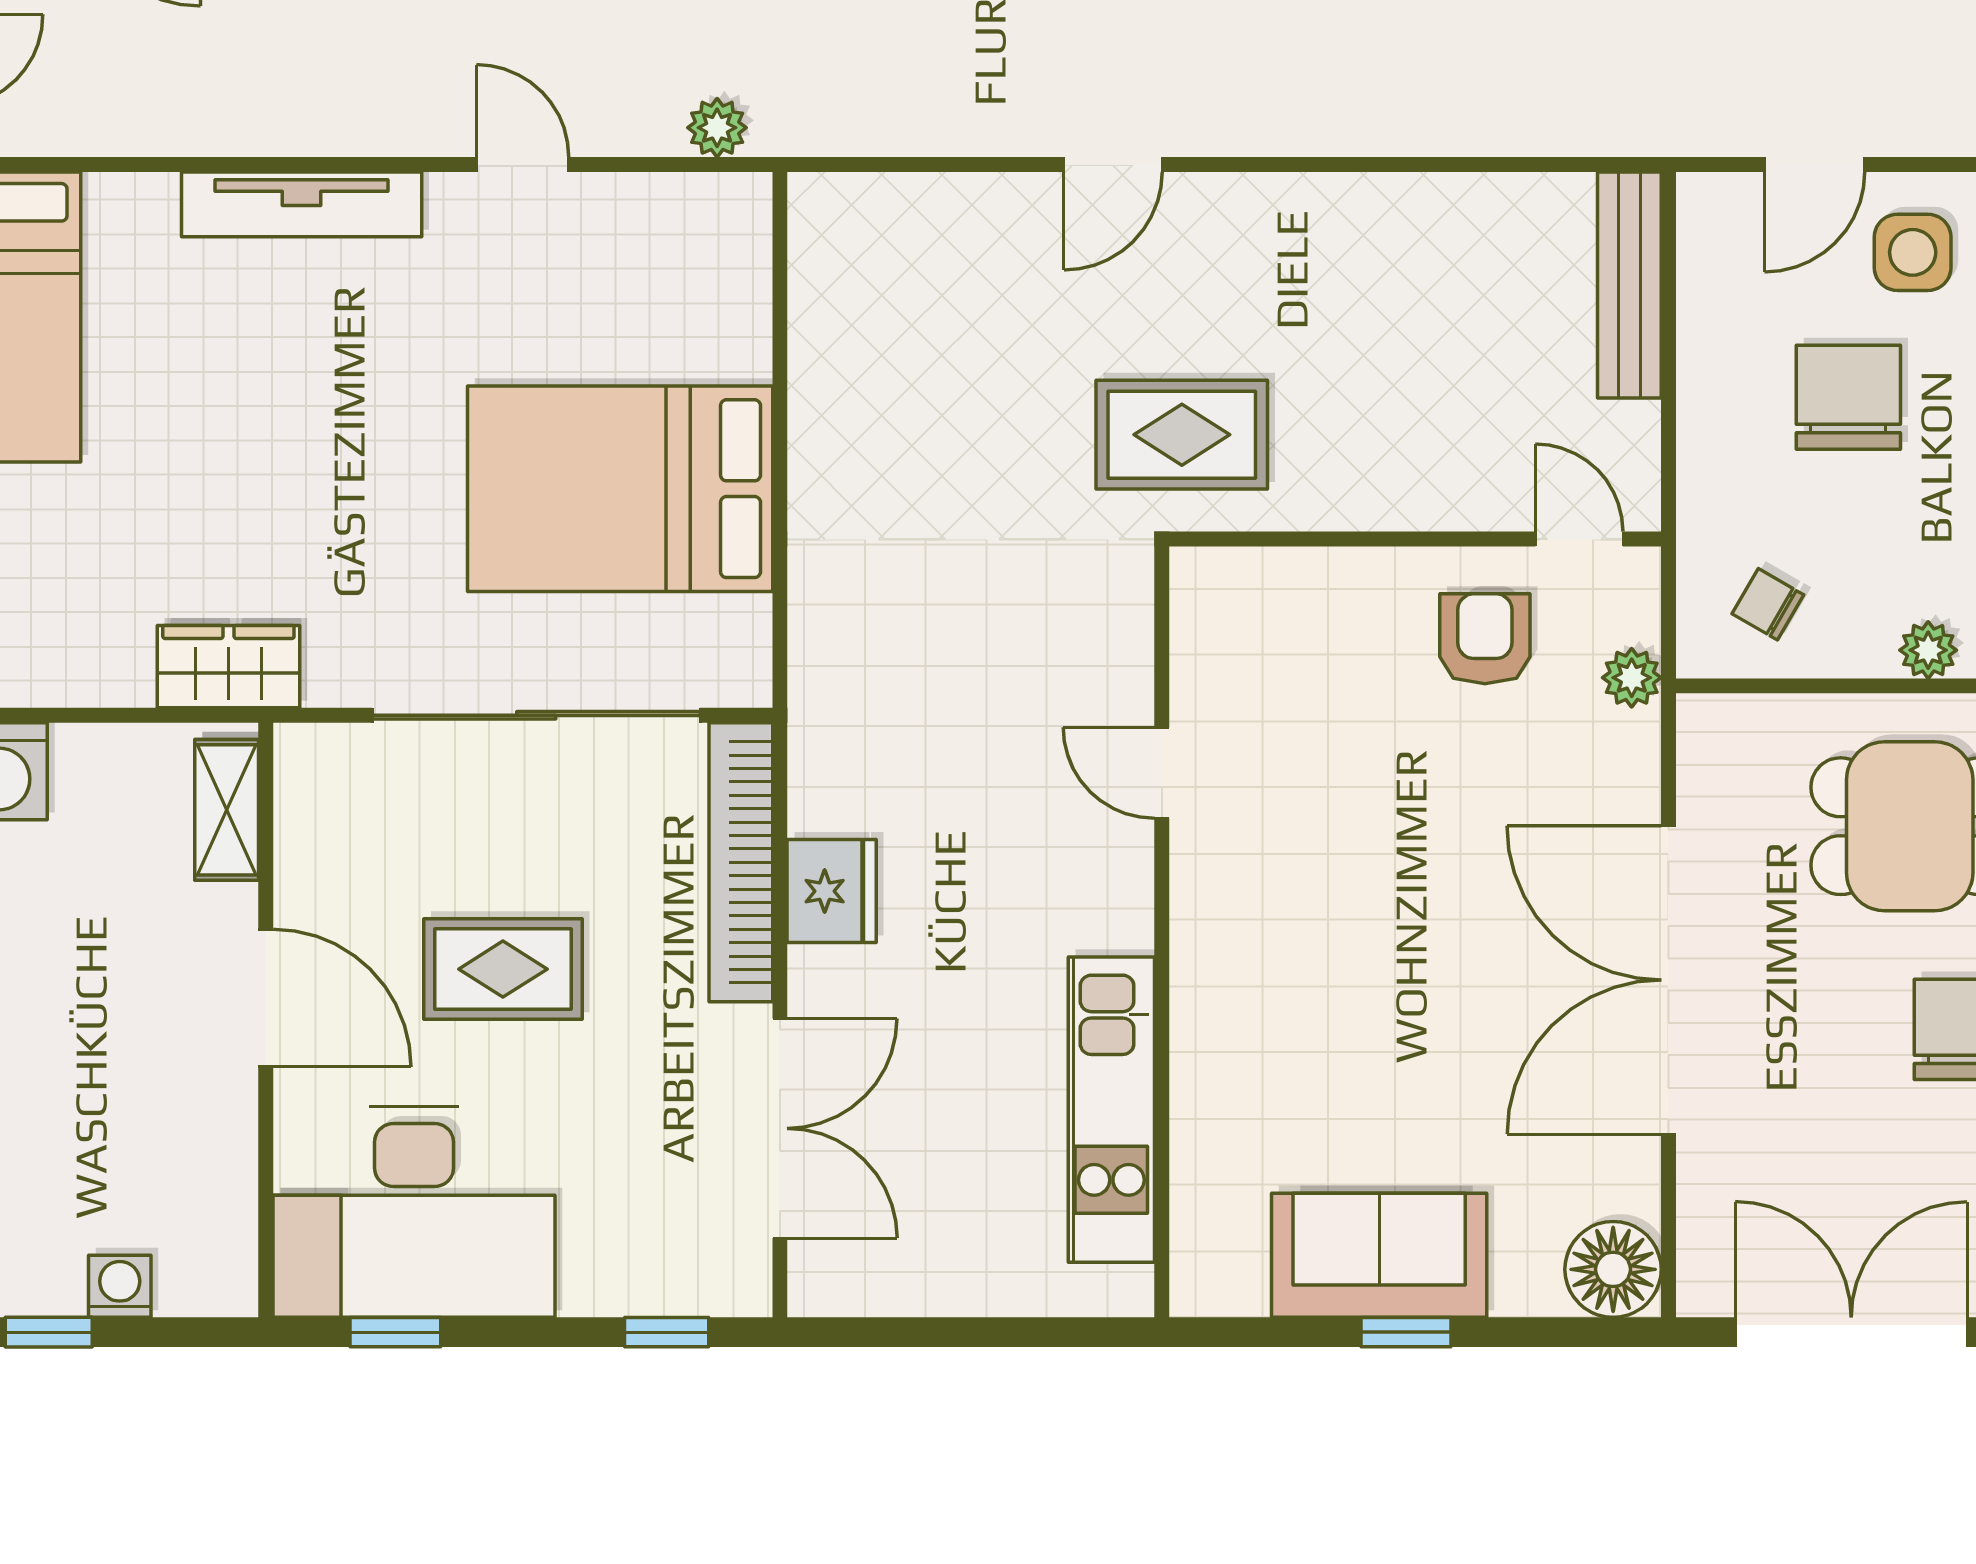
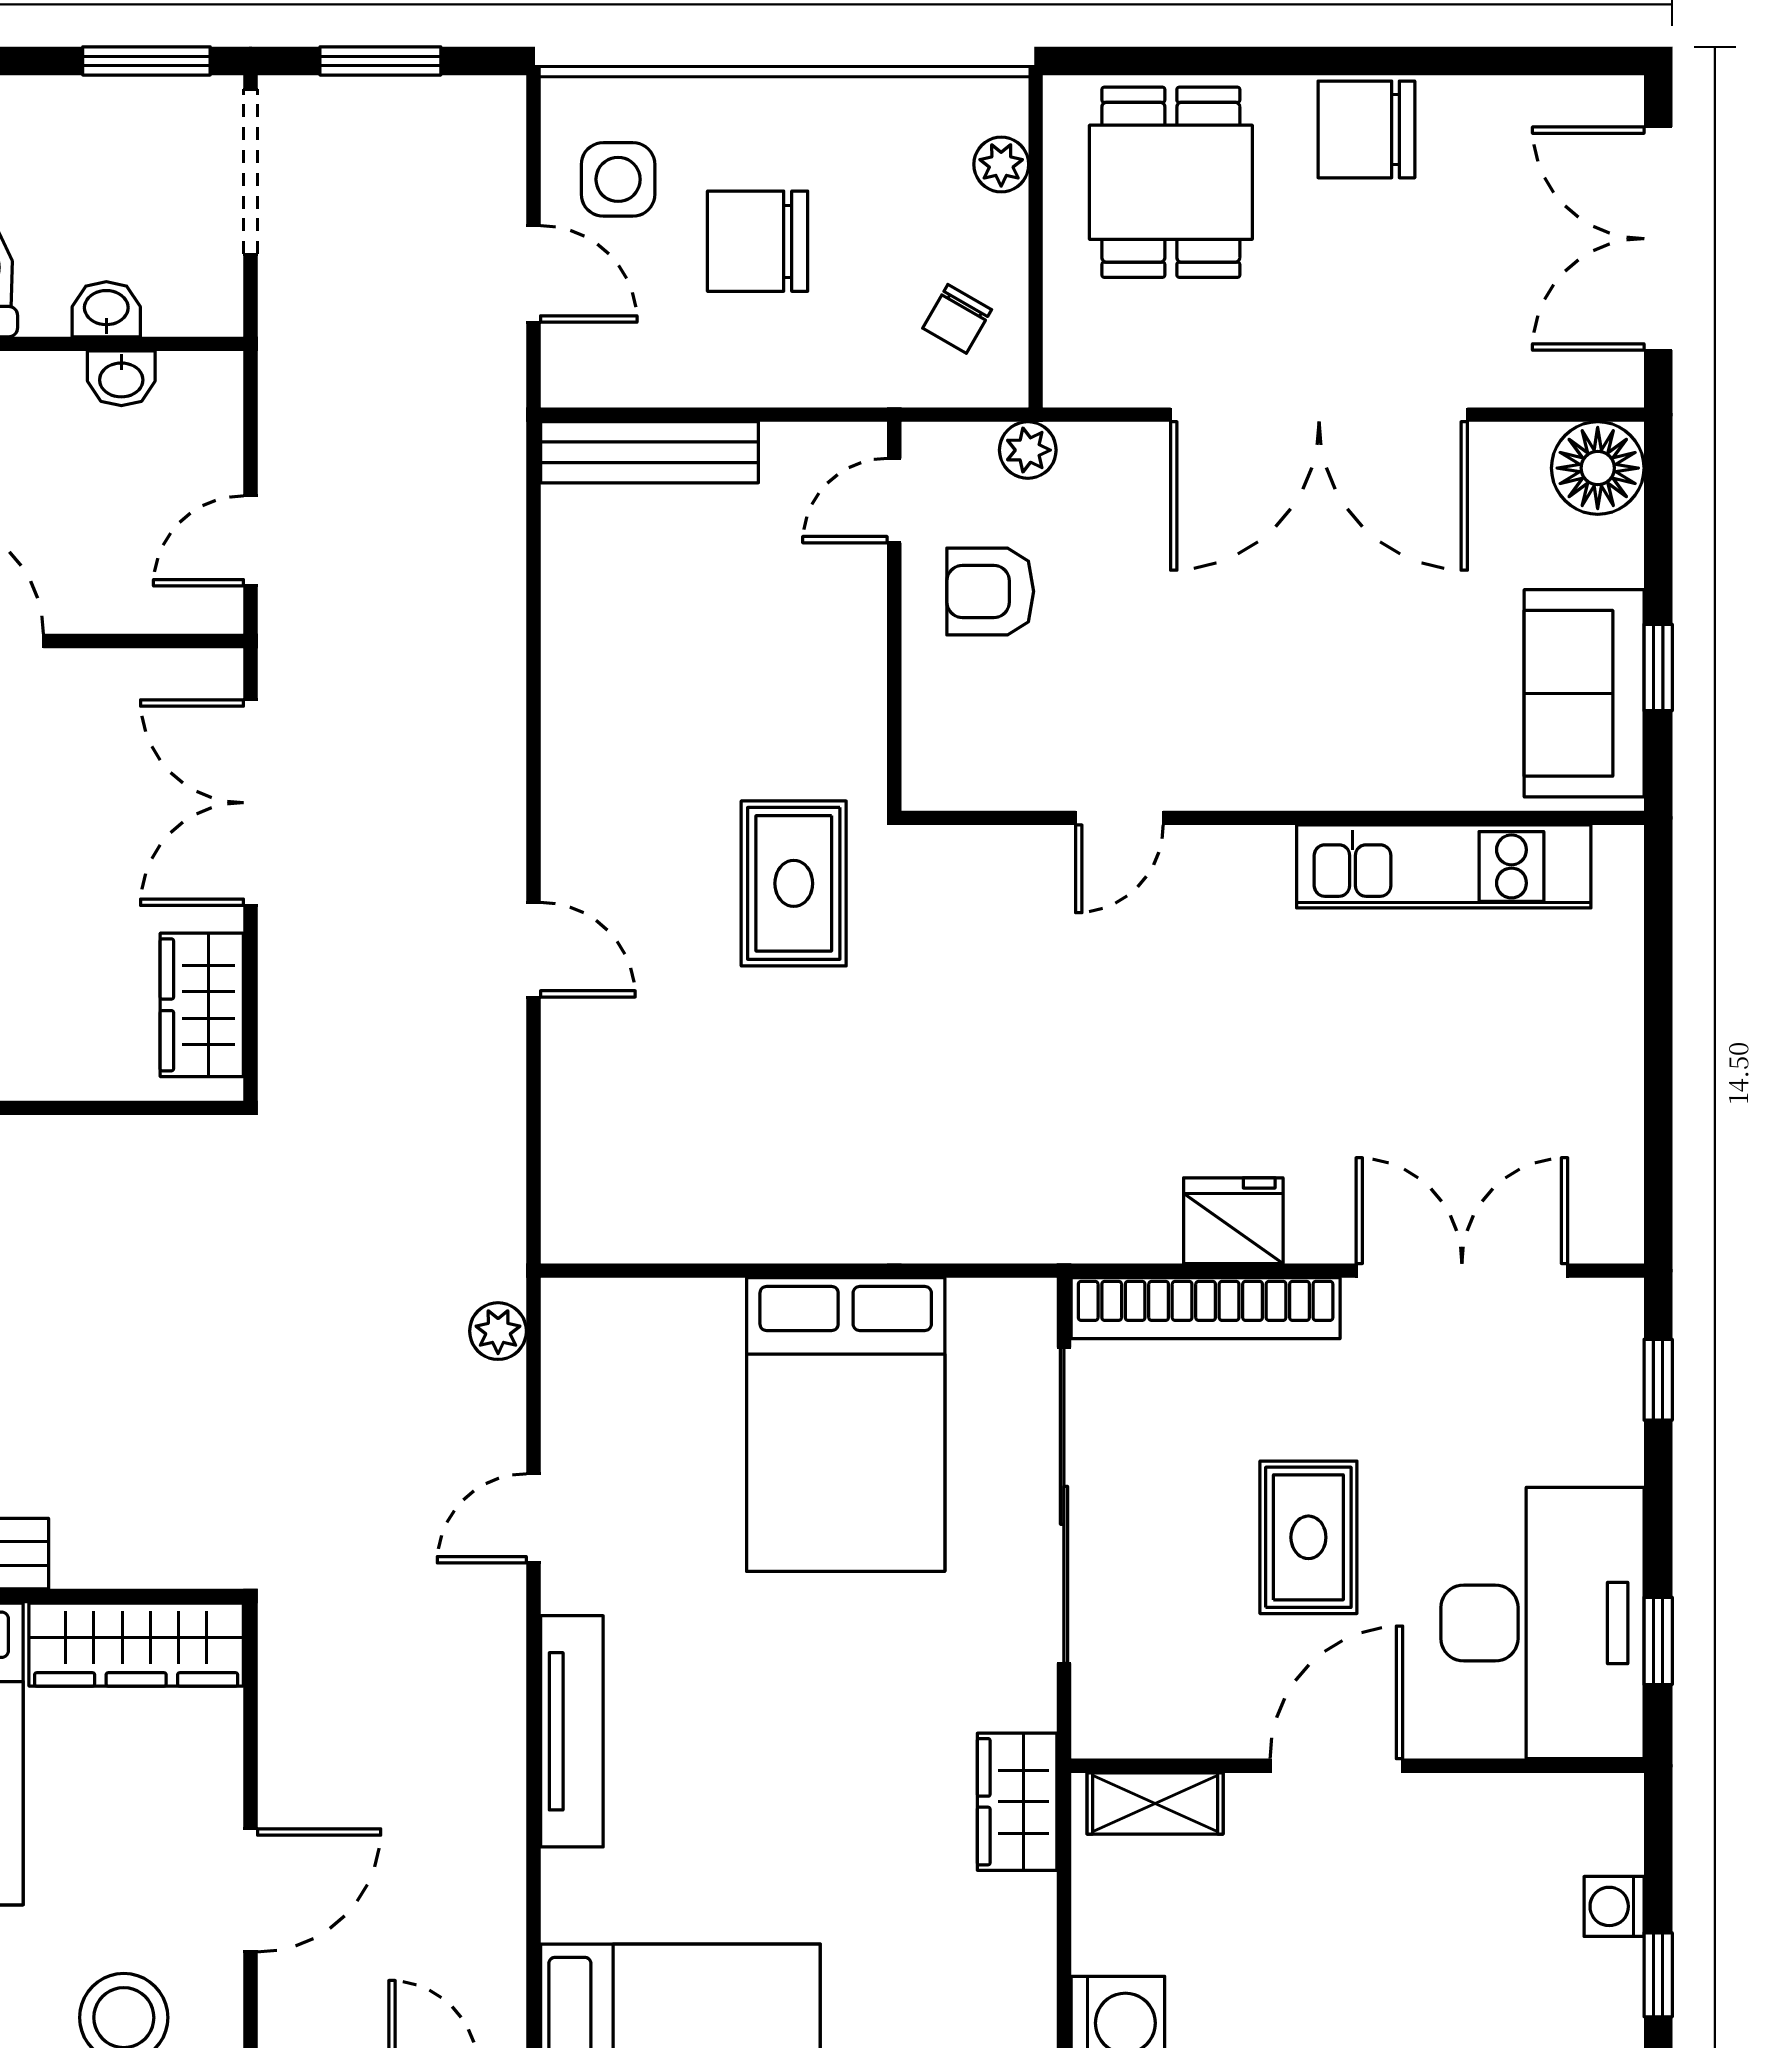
door: (1162, 773) -> (1119, 818), moved
wall: (1162, 932) -> (1273, 818), moved
kitchen unit: (1111, 1110) -> (1444, 866), moved

